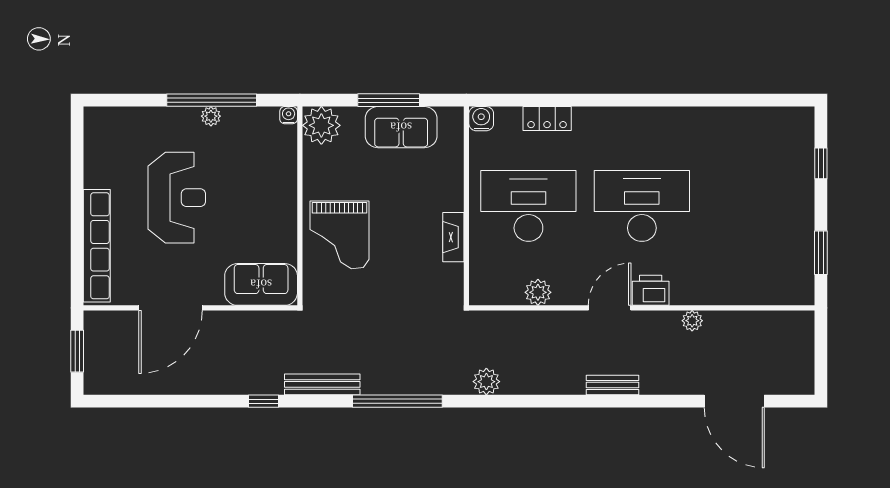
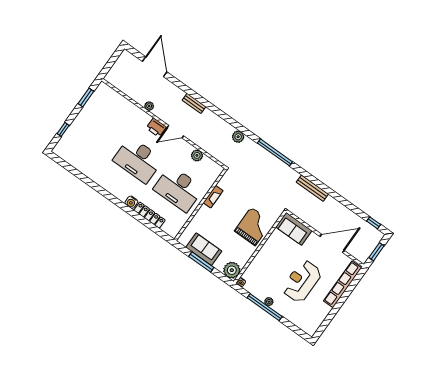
water cooler: (481, 119) -> (131, 202), moved
locker: (547, 119) -> (149, 215), width x1.53
bench: (322, 384) -> (312, 188), moved
window: (263, 401) -> (374, 223), moved

